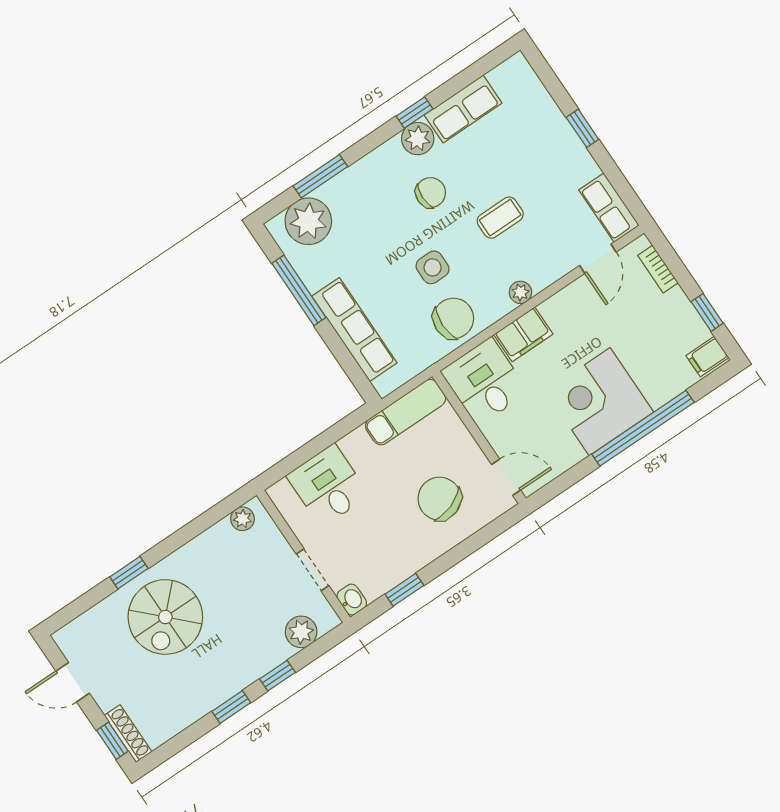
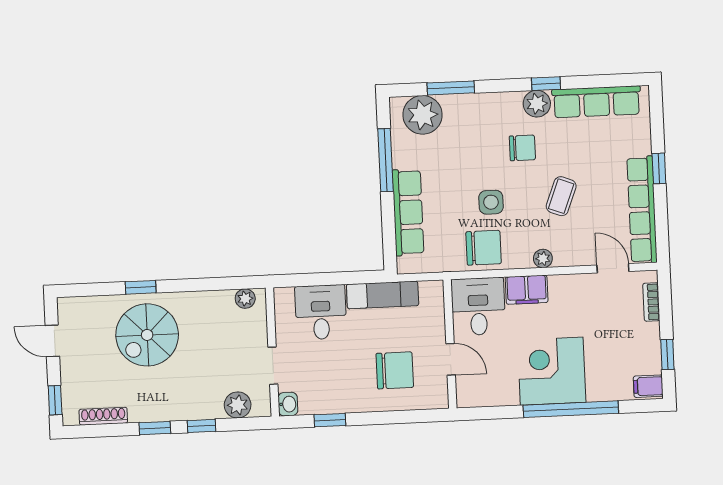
row of seats: (463, 109) -> (596, 102), width x1.48
row of seats: (609, 208) -> (642, 210), width x2.02
coffee table: (500, 218) -> (561, 196), turned -69
door: (598, 259) -> (613, 268), swing flipped
exam couch: (406, 412) -> (383, 295), moved
door: (506, 477) -> (451, 359), moved
chair: (439, 499) -> (395, 370), turned 110
shoe rack: (128, 734) -> (103, 416), moved, turned -90

